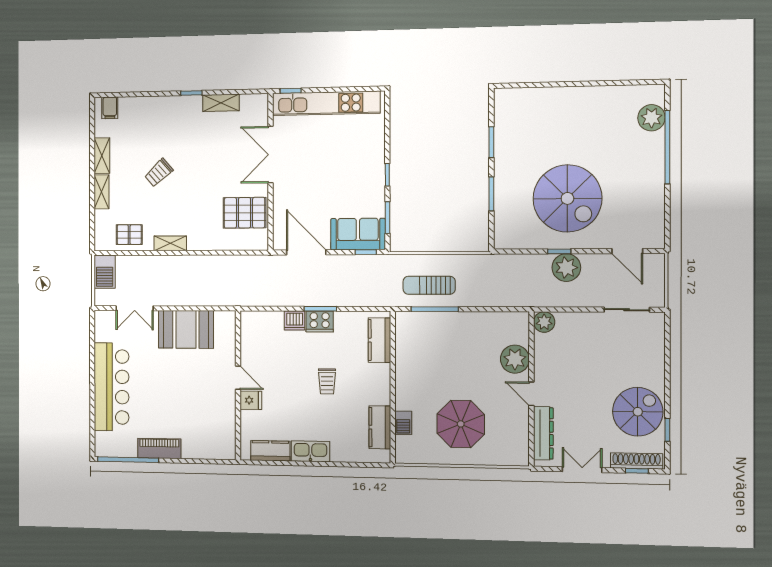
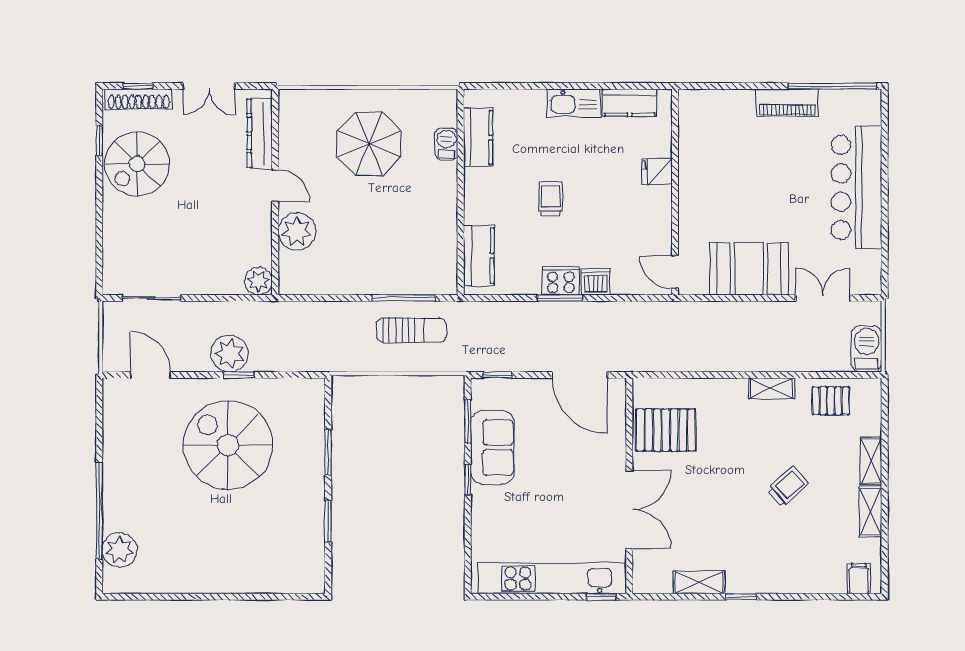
sofa: (358, 234) -> (492, 447), moved, turned -90
door: (238, 378) -> (675, 272), moved

